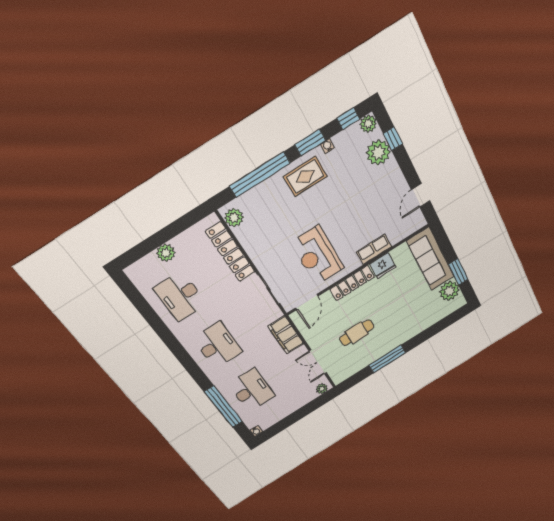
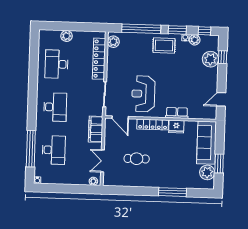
plant: (368, 124) -> (195, 40), moved
door: (307, 302) -> (120, 117), hinge flipped
window: (387, 359) -> (172, 192), moved

